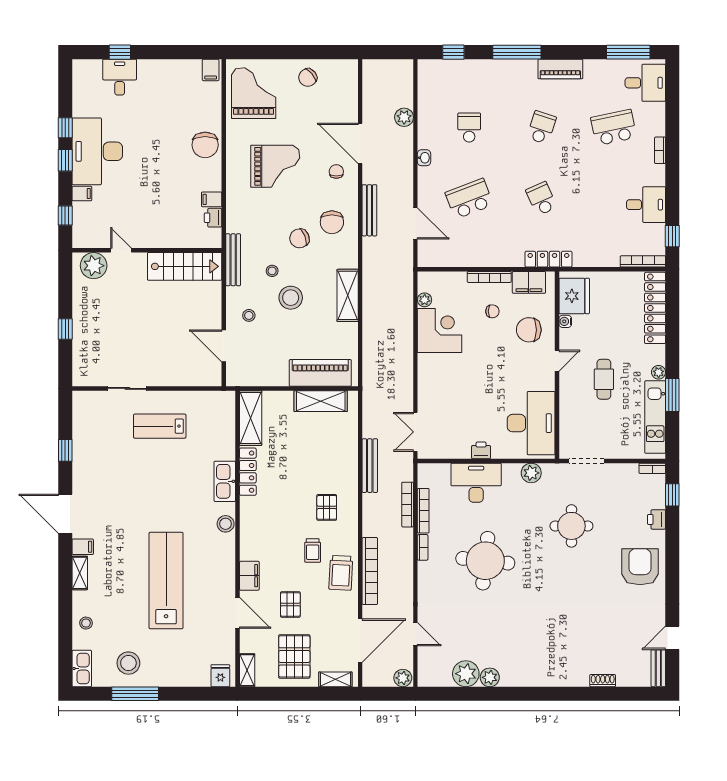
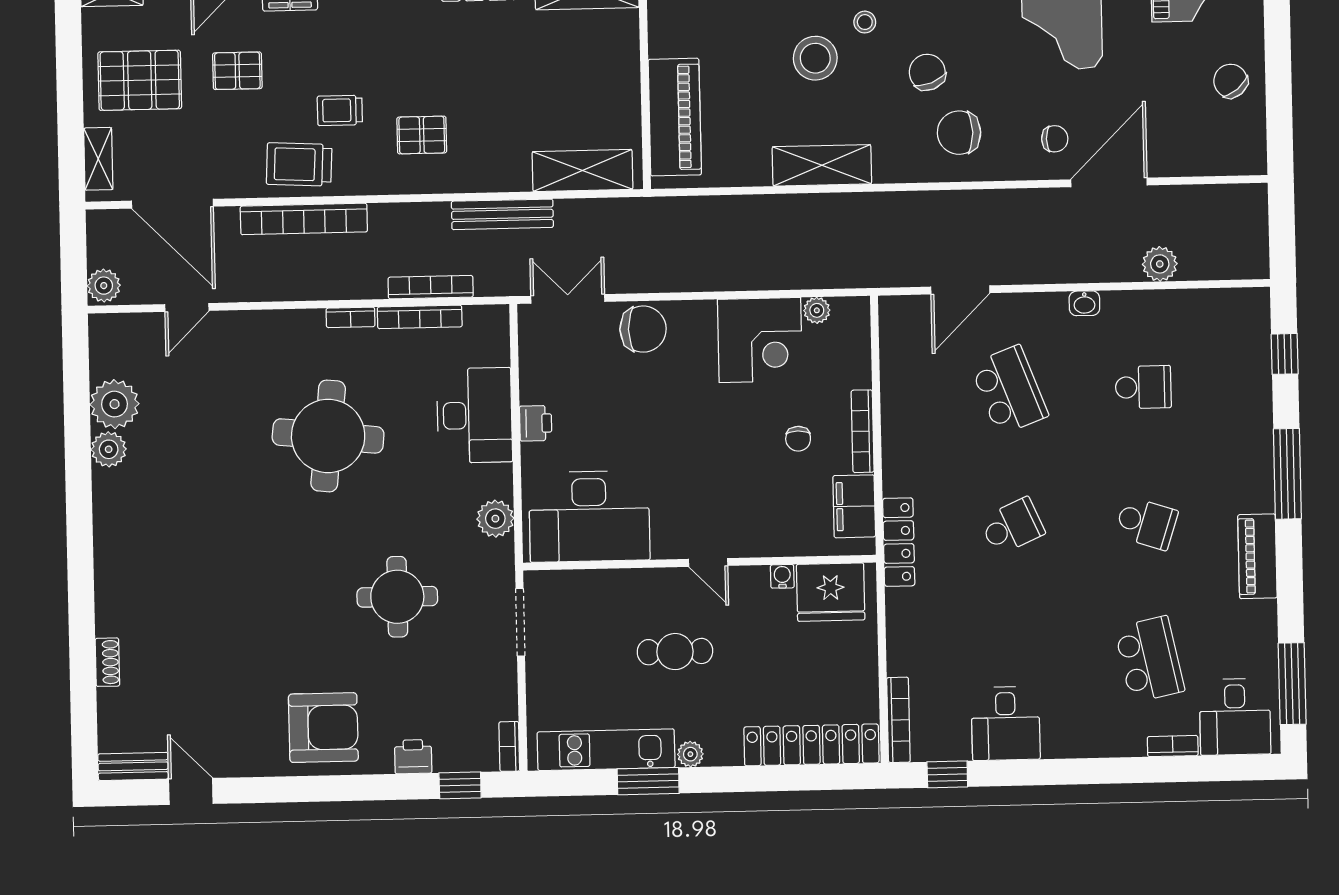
bookcase: (660, 150) -> (1173, 746), moved
bench: (369, 210) -> (983, 203), removed
chair: (529, 330) -> (643, 329), moved, turned 90
shelving: (321, 401) -> (582, 170), moved, turned 90

